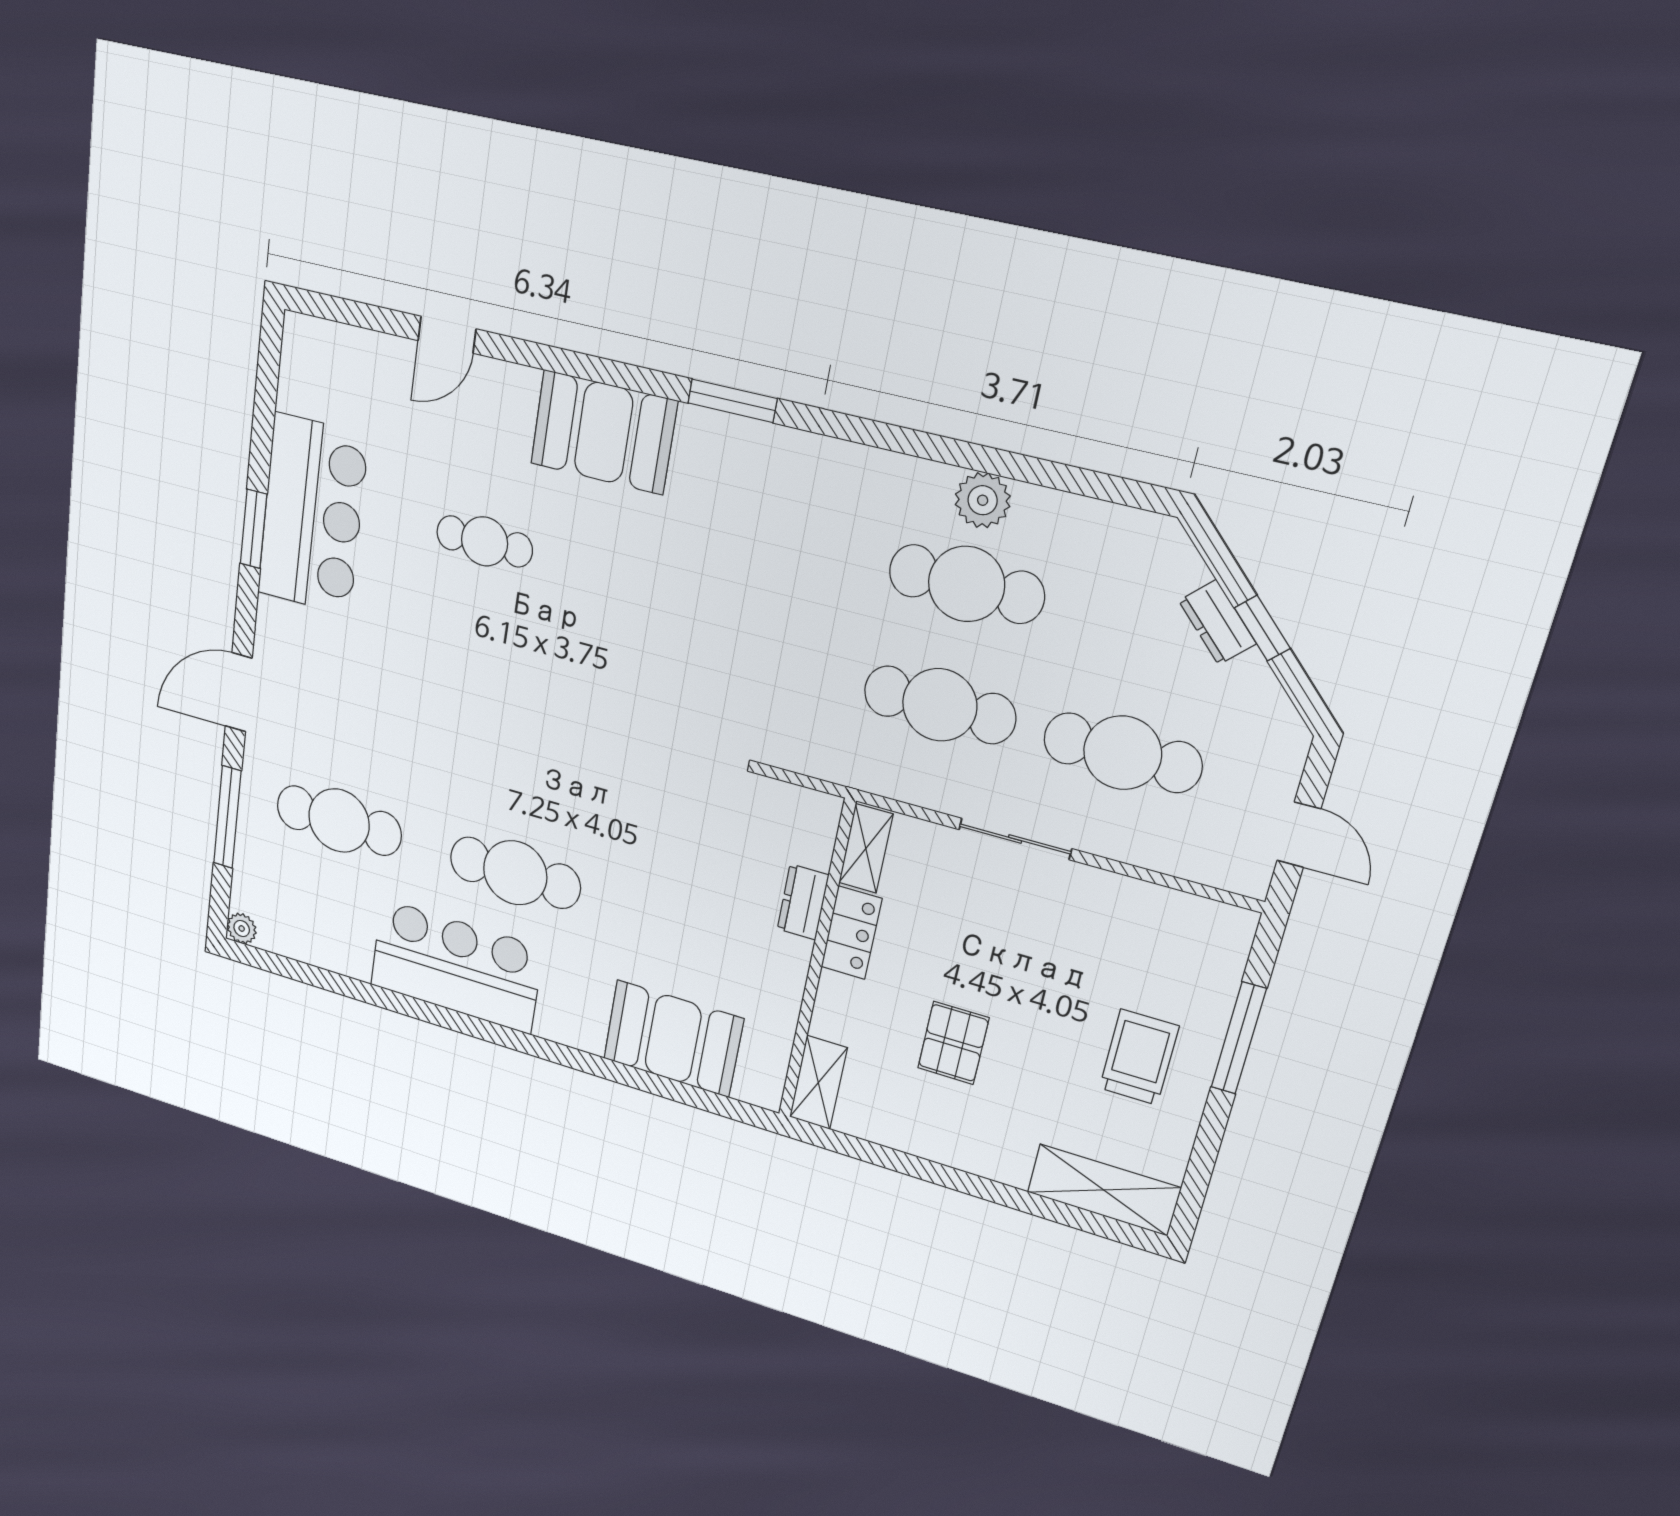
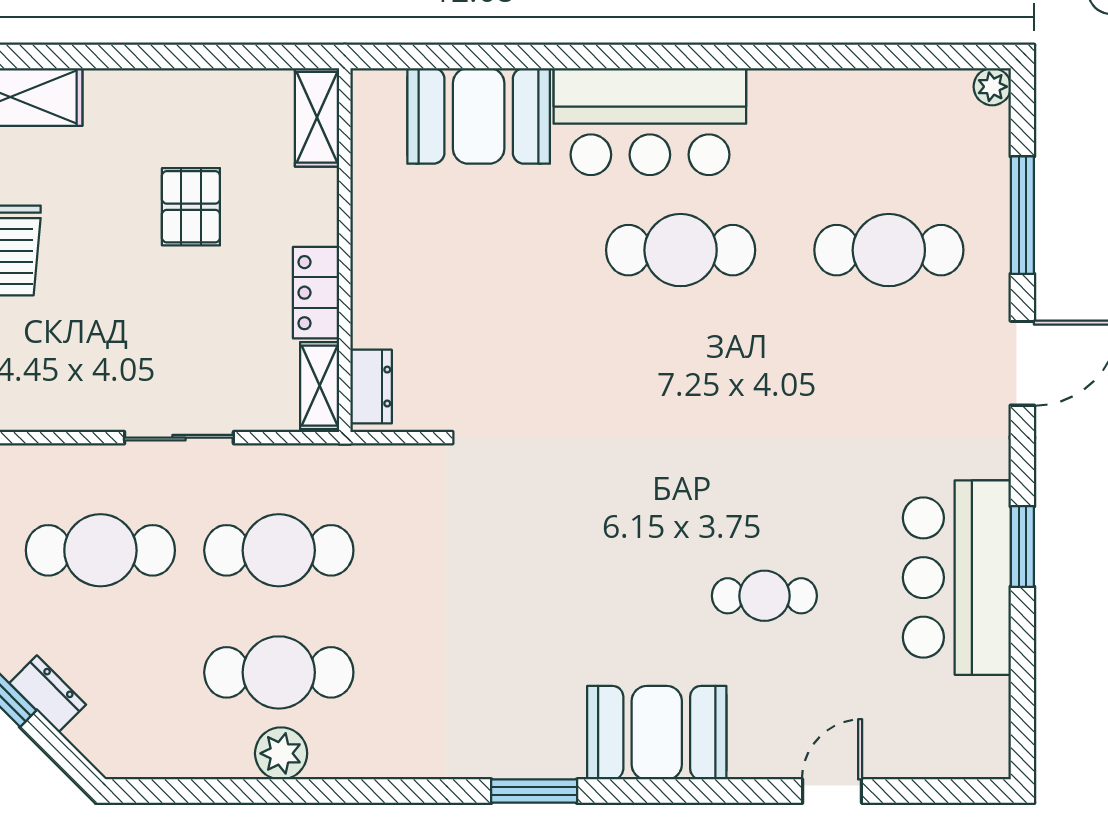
dresser: (803, 902) -> (371, 387), moved
bar counter: (456, 966) -> (650, 122), moved

